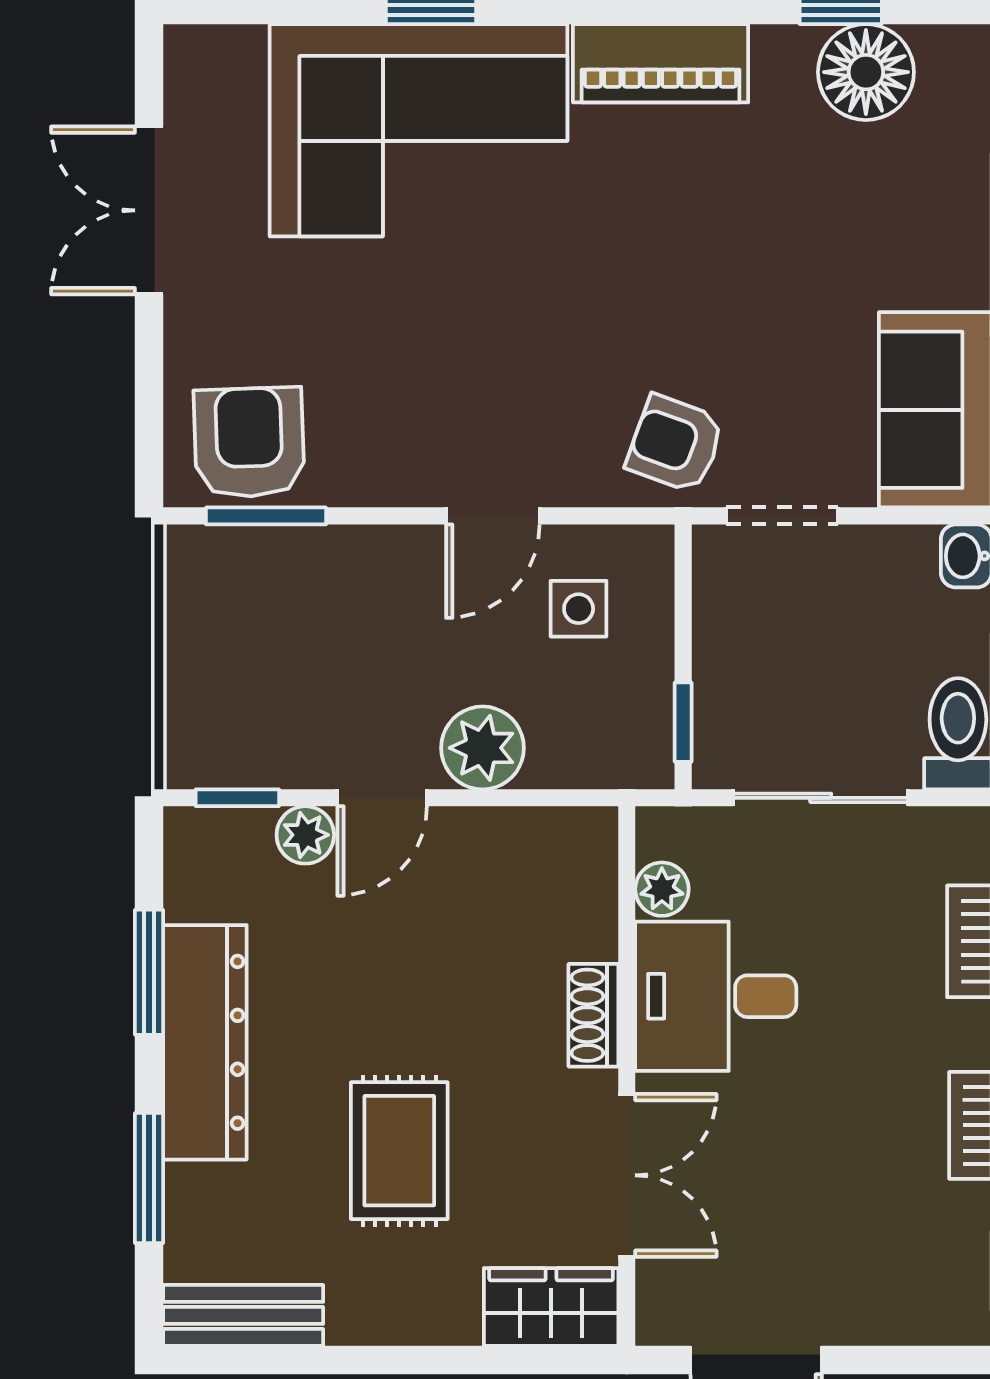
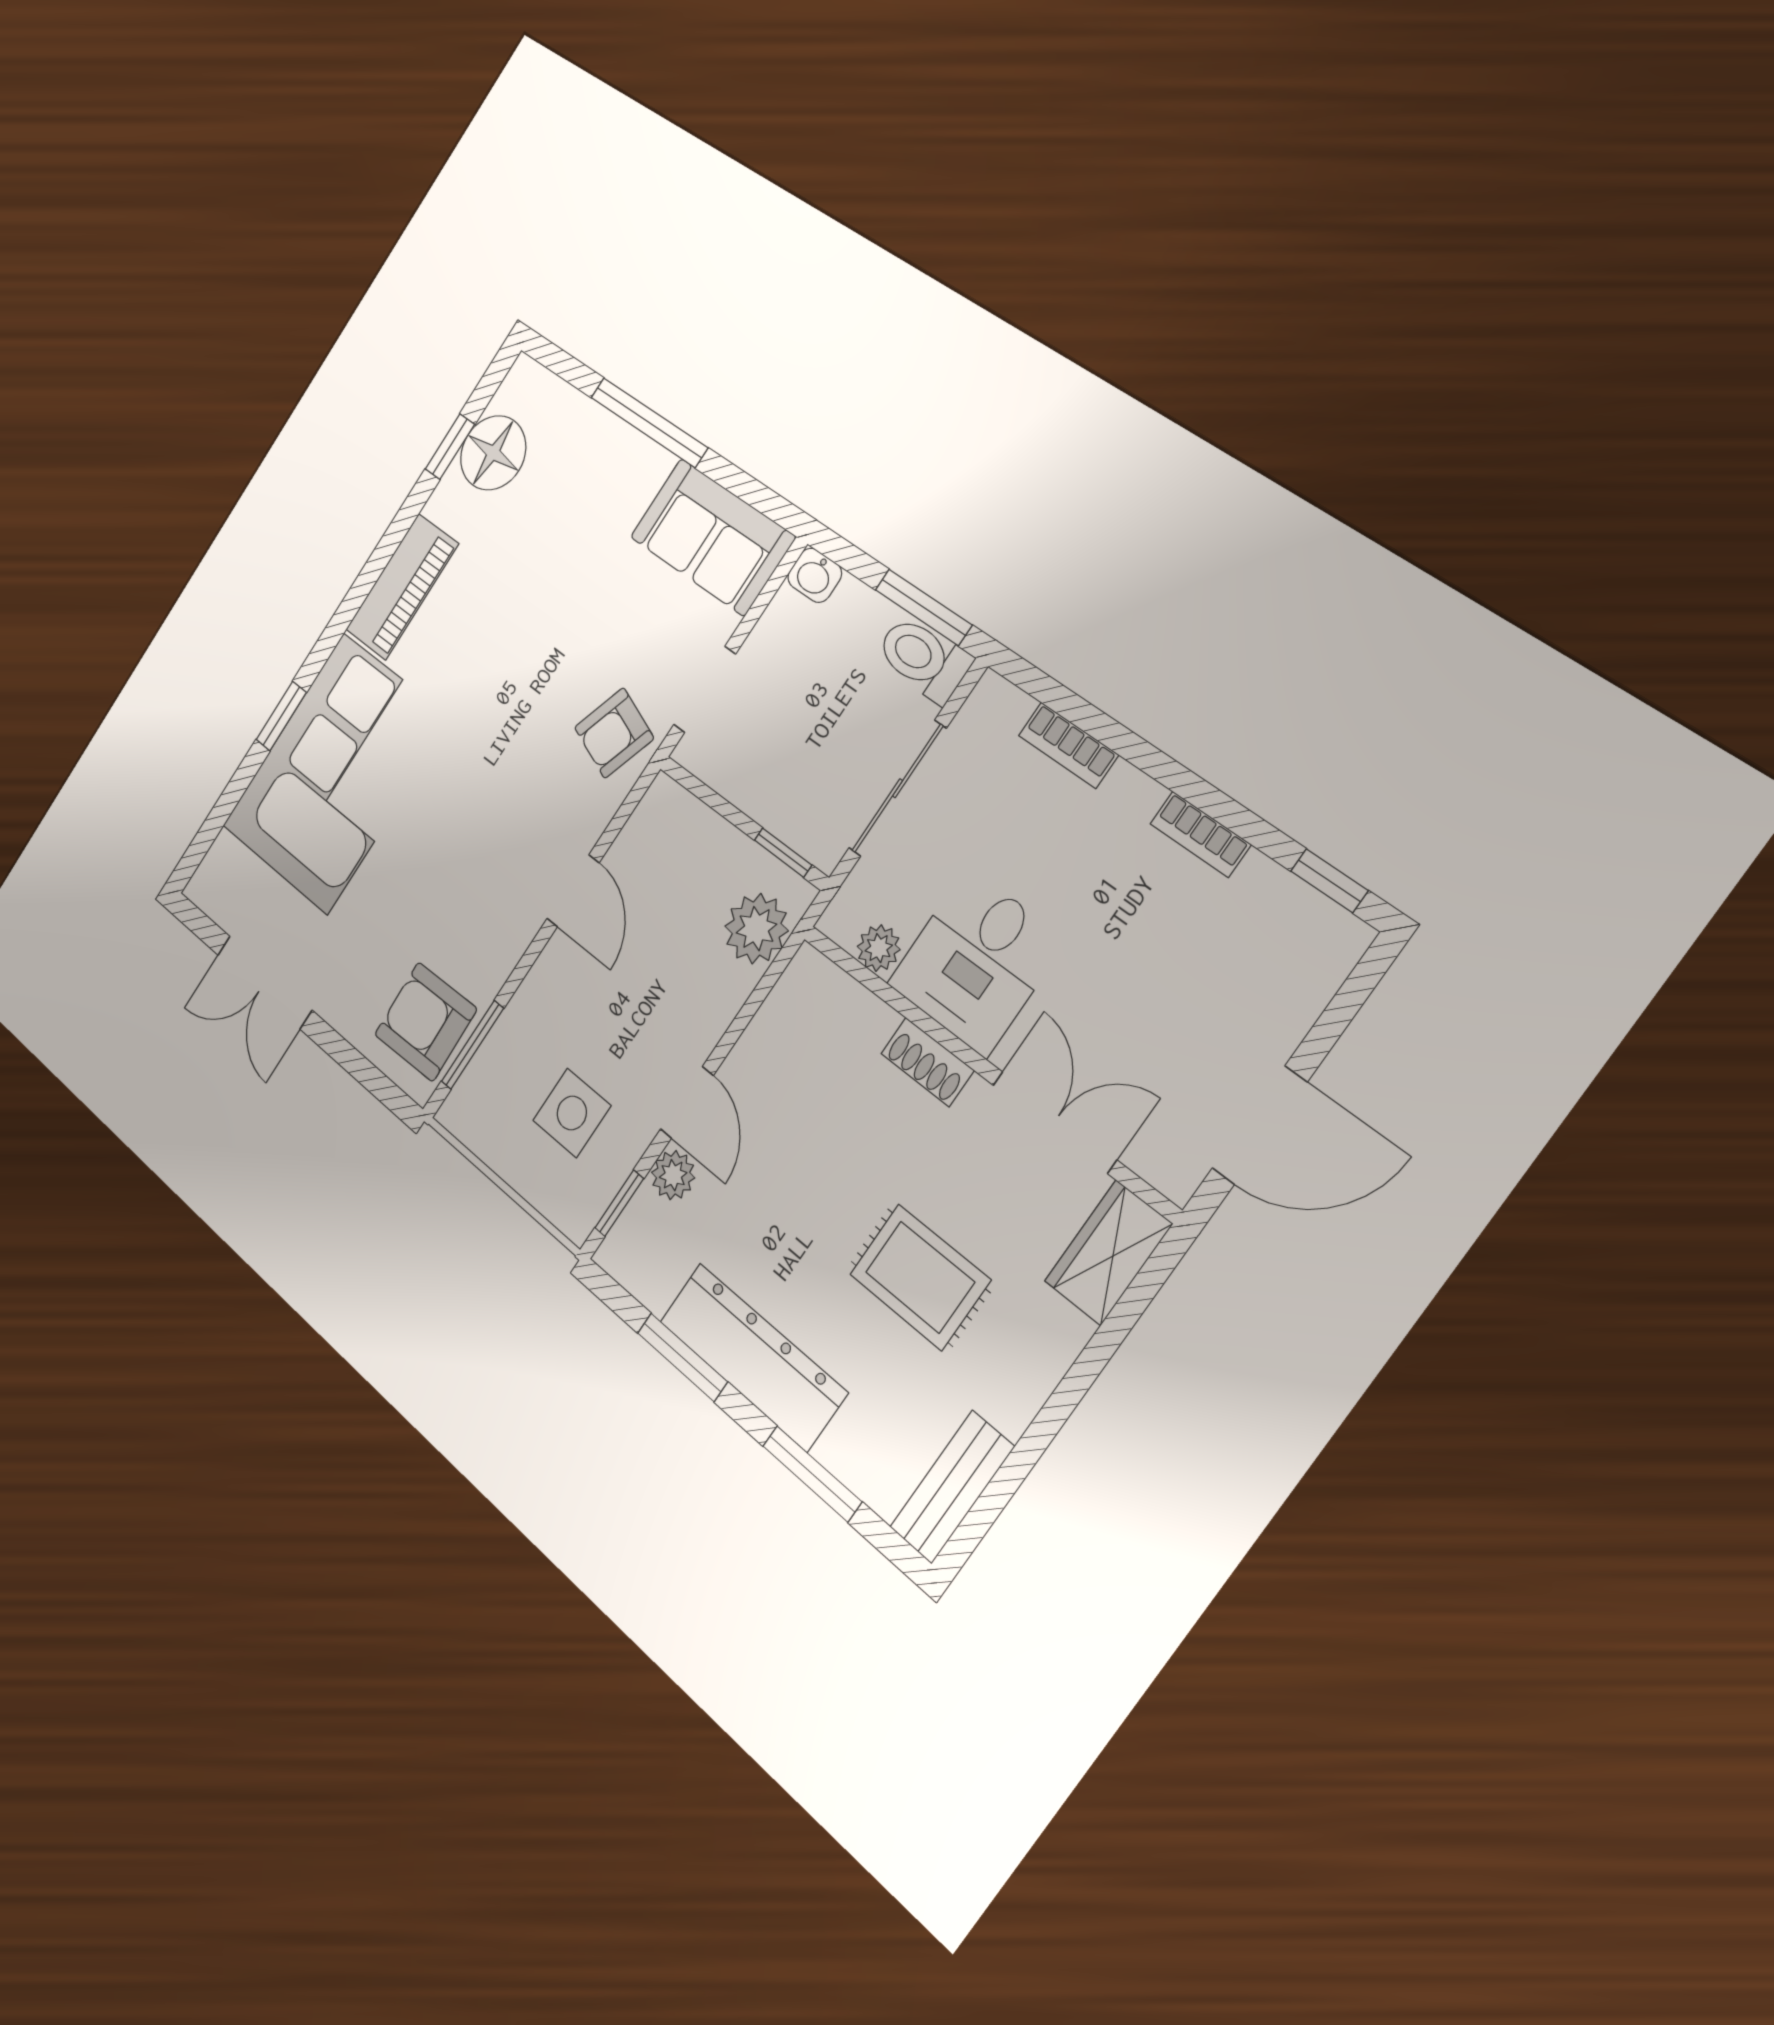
side table: (579, 609) -> (572, 1113), moved, width x1.37, depth x1.37
plant: (483, 748) -> (756, 929), moved

